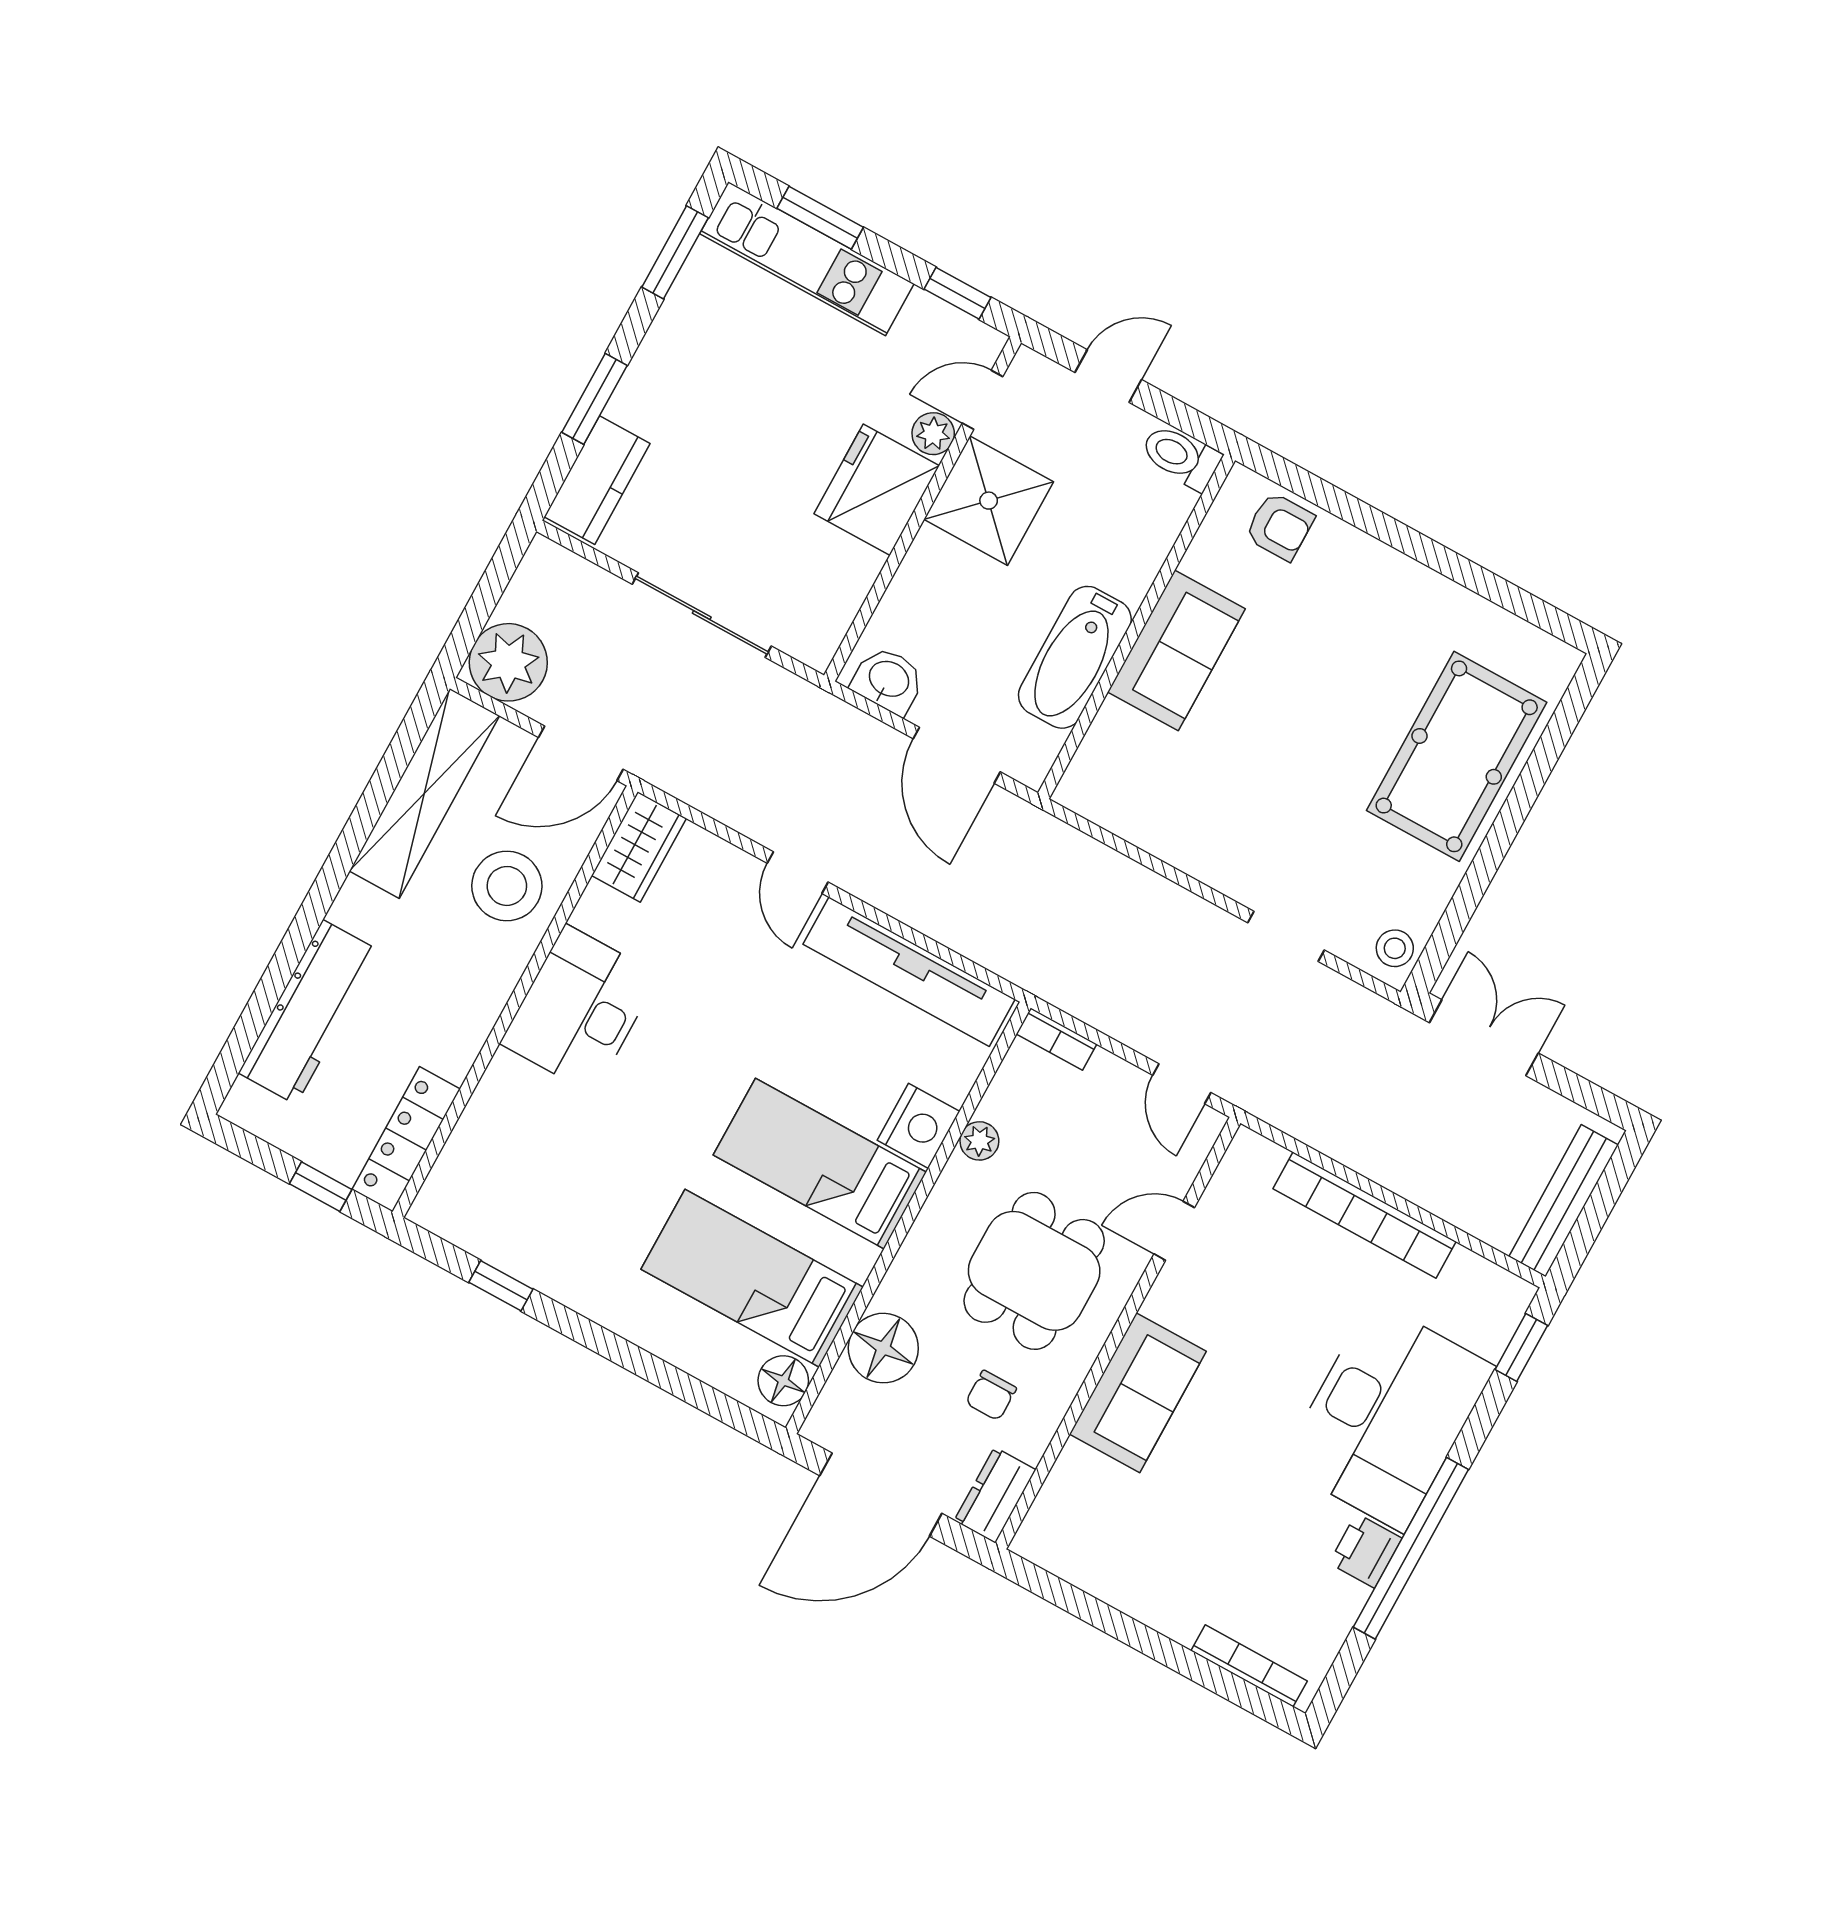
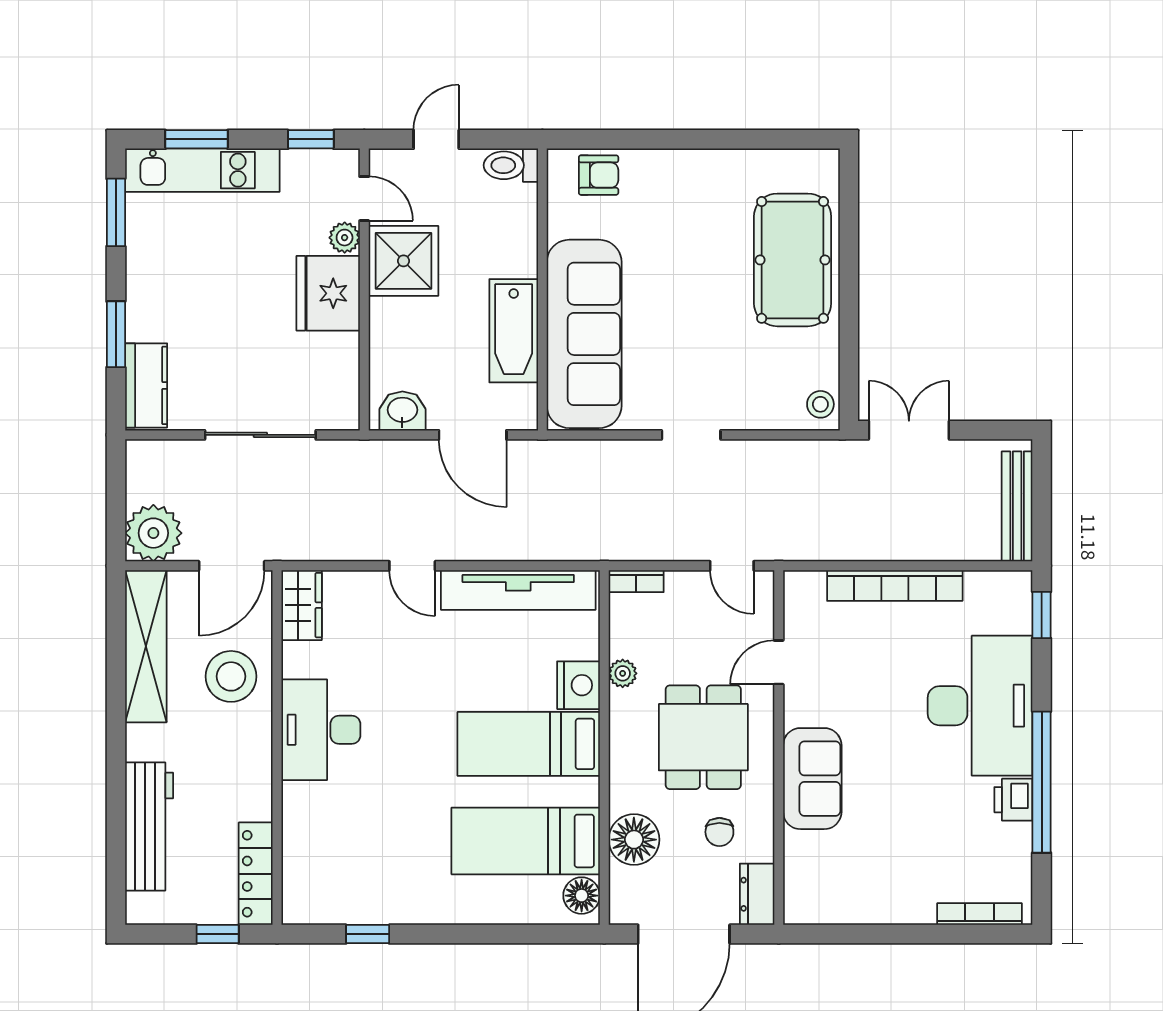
door: (983, 400) -> (364, 199), swing flipped
sofa: (1176, 650) -> (584, 334), width x1.85, depth x1.27
doorway: (1286, 936) -> (691, 435), moved

